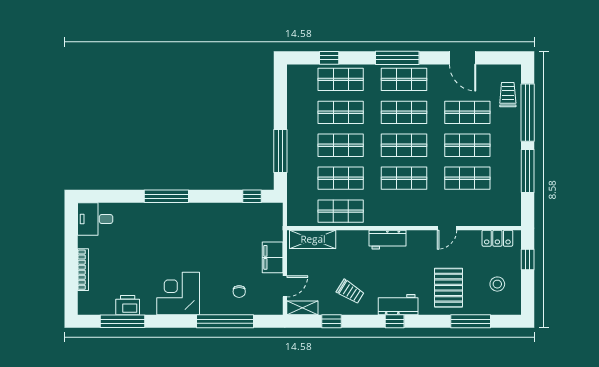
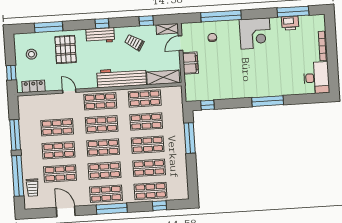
shop shelf: (404, 211) -> (100, 101), added
desk: (95, 219) -> (316, 78), width x1.37
door: (447, 228) -> (69, 91), hinge flipped
workbench: (388, 240) -> (122, 78), width x1.88, depth x1.32

